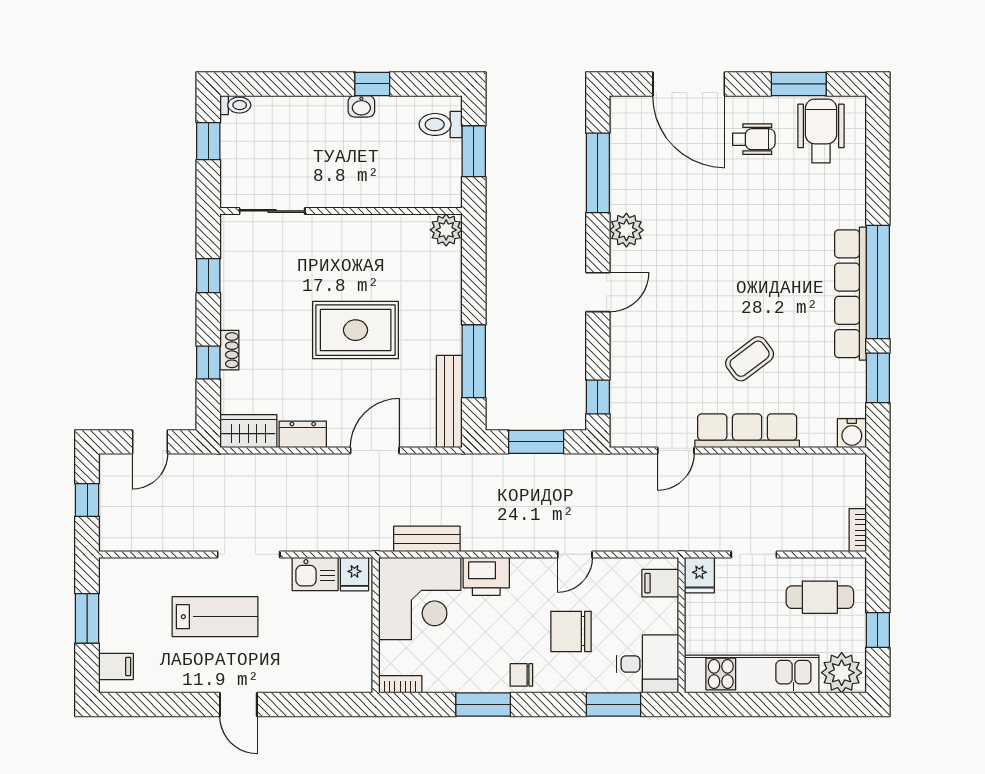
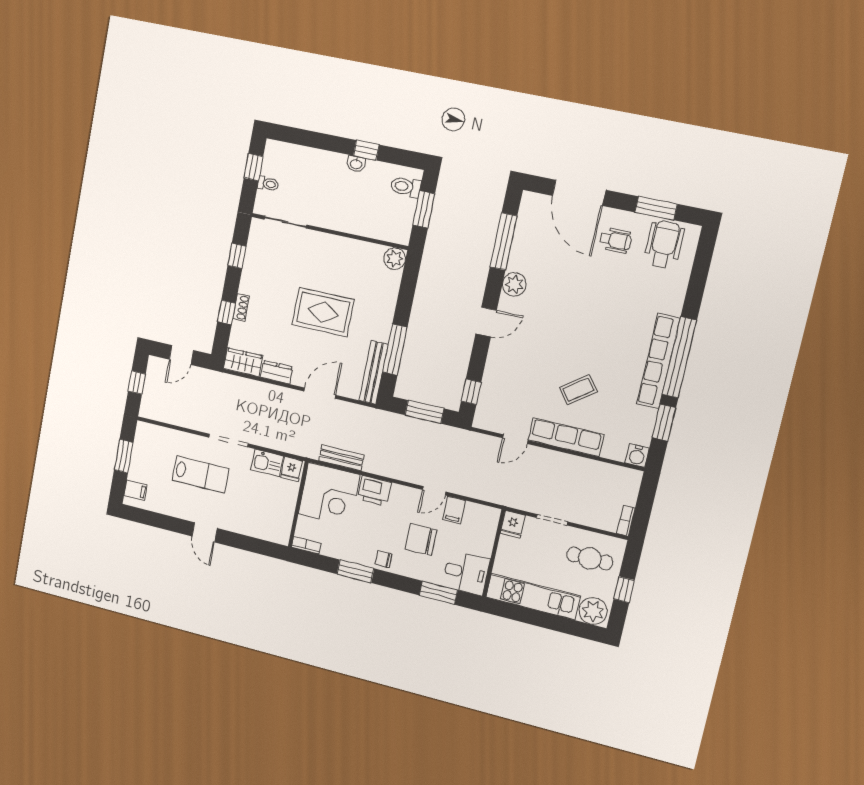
toilet: (235, 105) -> (268, 184), moved
filing cabinet: (660, 583) -> (454, 510), moved, turned -90

